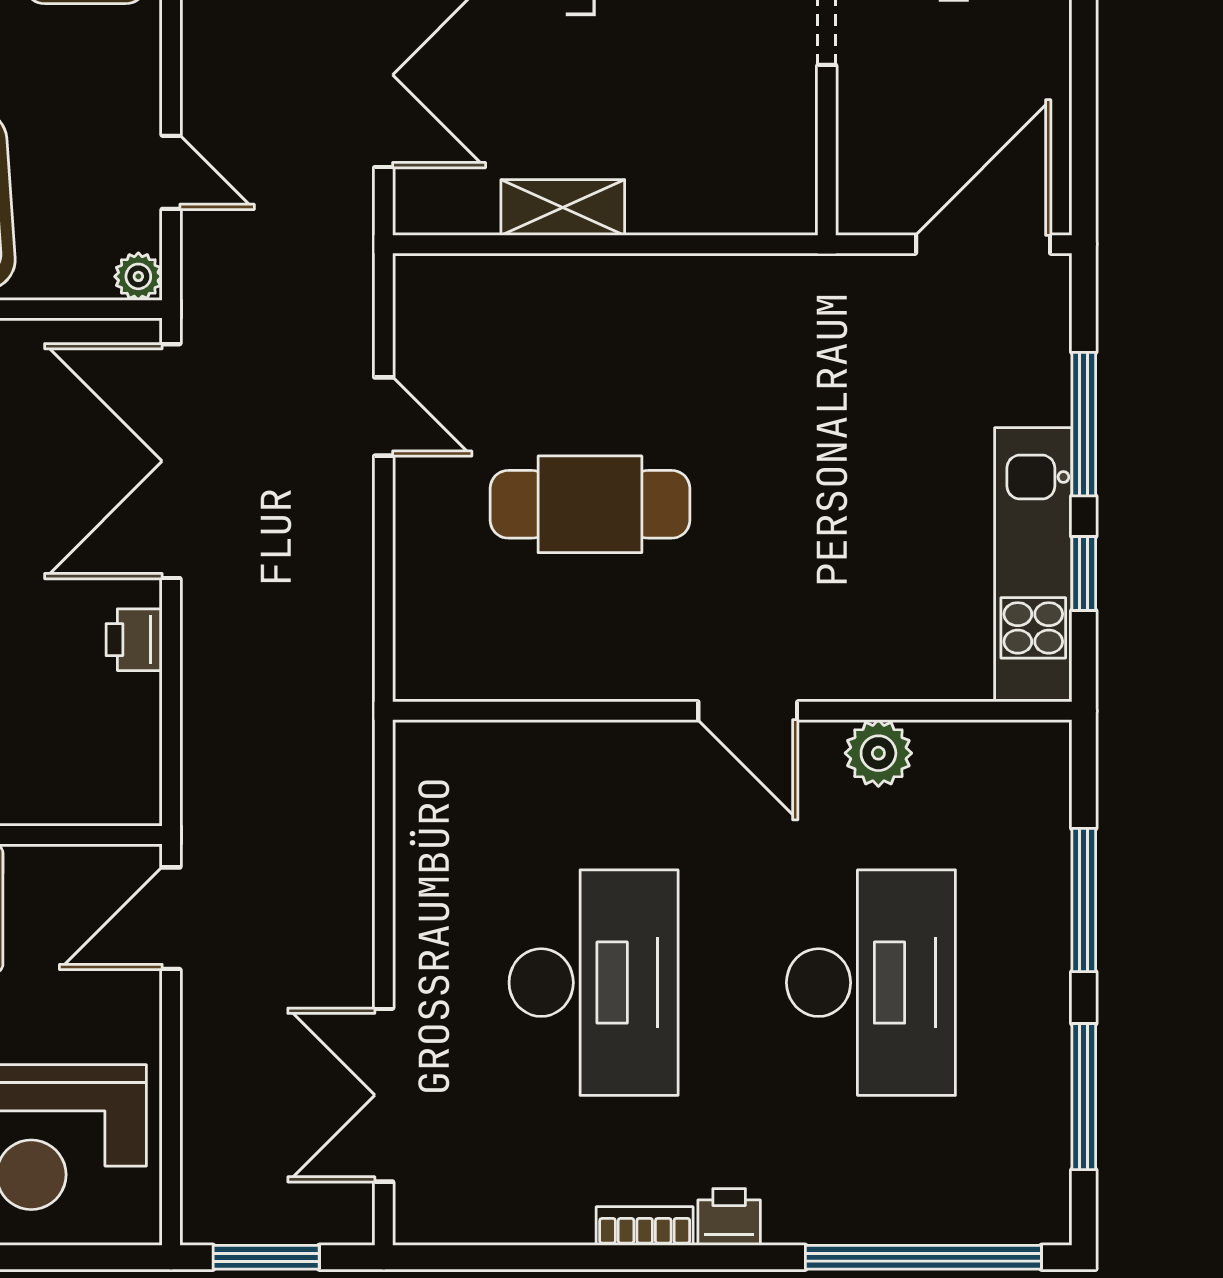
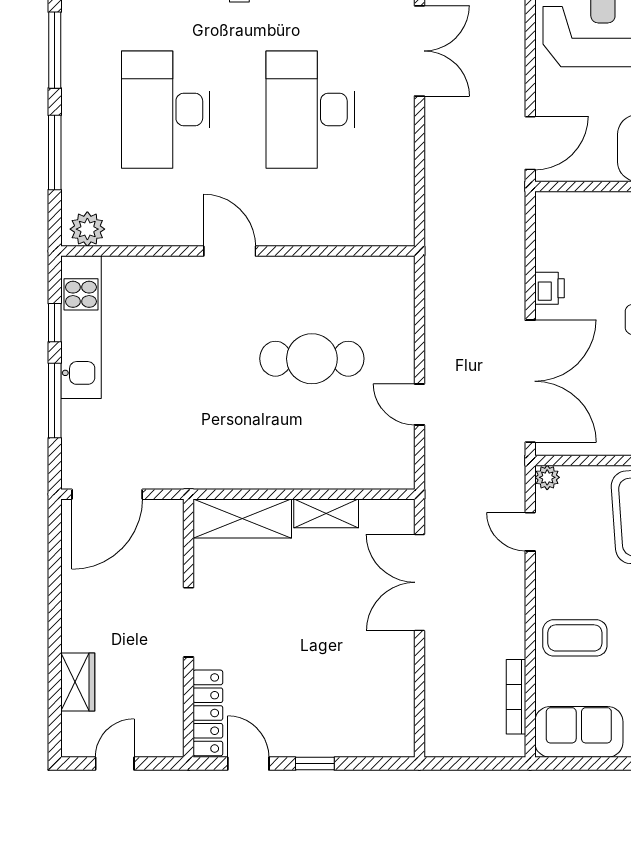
shelving: (724, 198) -> (242, 518), added
plant: (878, 753) -> (87, 229), moved

